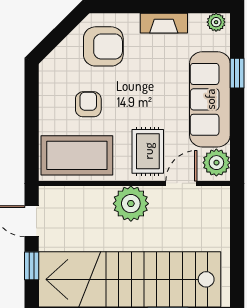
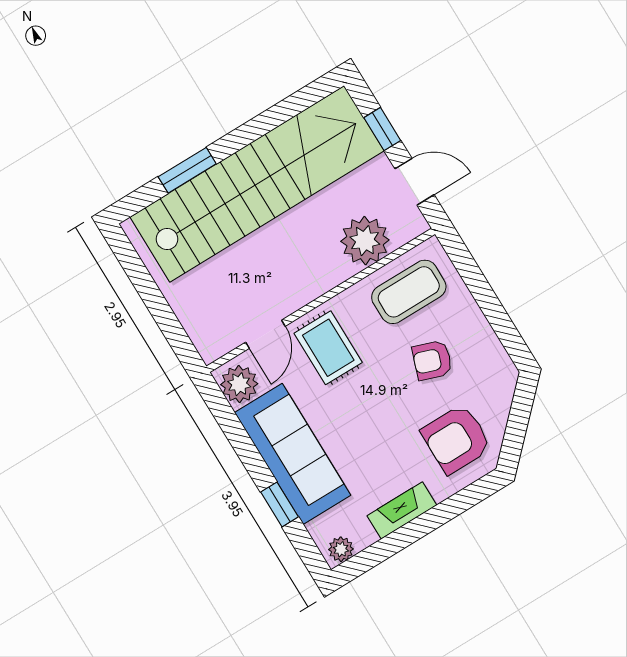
armchair: (88, 104) -> (432, 360), turned 109
coffee table: (77, 155) -> (409, 292), width x0.73, depth x0.76
plant: (131, 204) -> (365, 241), moved

